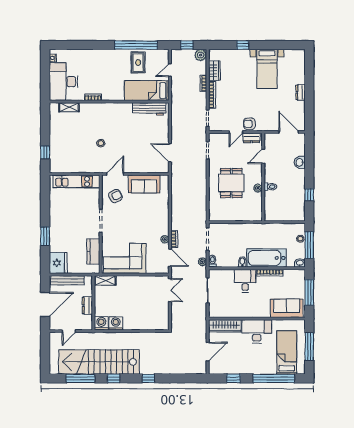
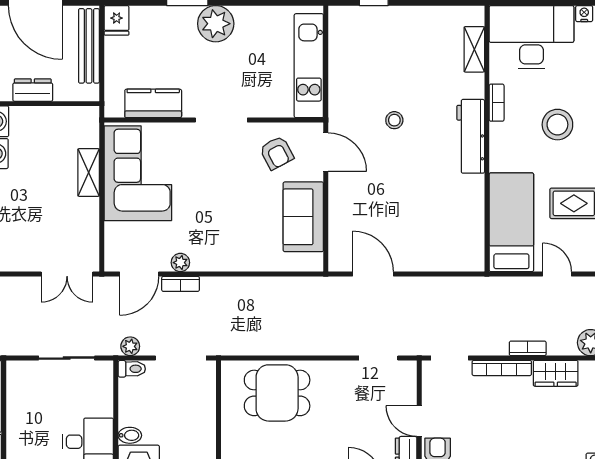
stool: (103, 70) -> (557, 125), added
workbench: (149, 109) -> (471, 136), moved
door: (170, 153) -> (373, 274), hinge flipped
dining table: (231, 183) -> (277, 393), moved
plant: (57, 223) -> (216, 24), added
fridge: (58, 263) -> (117, 20), width x0.53, depth x0.75
shelving: (105, 280) -> (89, 172), moved

